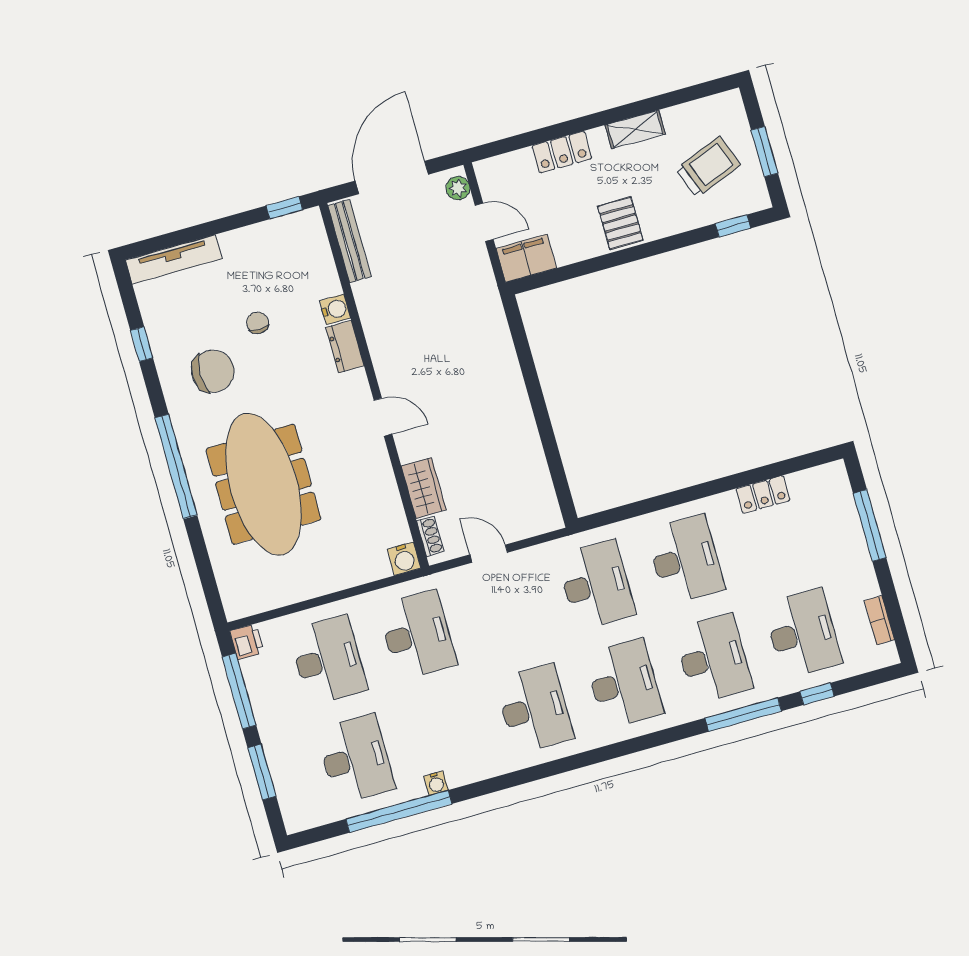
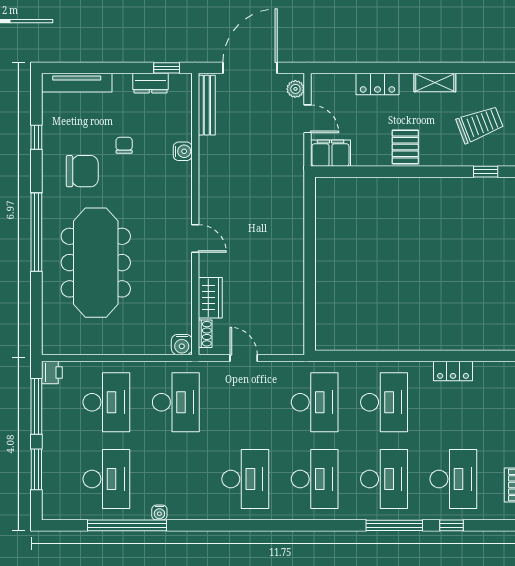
dresser: (345, 347) -> (150, 83), moved, turned -90

